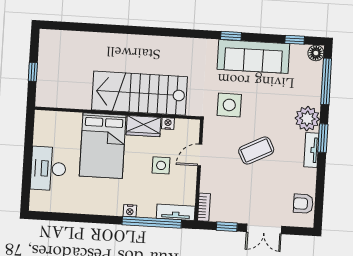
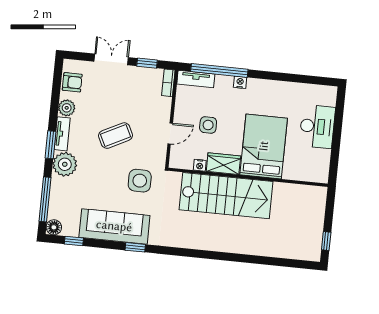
window: (33, 72) -> (326, 241), moved
plant: (308, 177) -> (67, 108), added

